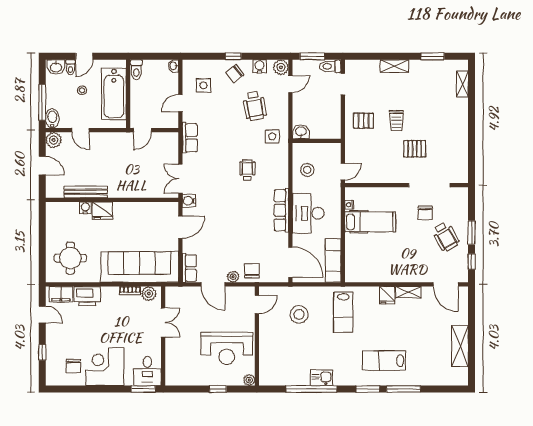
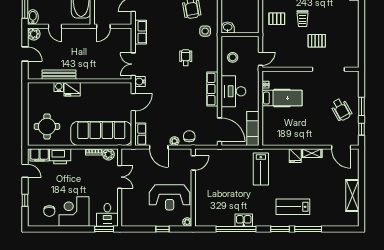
chair: (425, 213) -> (325, 91), removed
stool: (299, 314) -> (226, 171), removed

